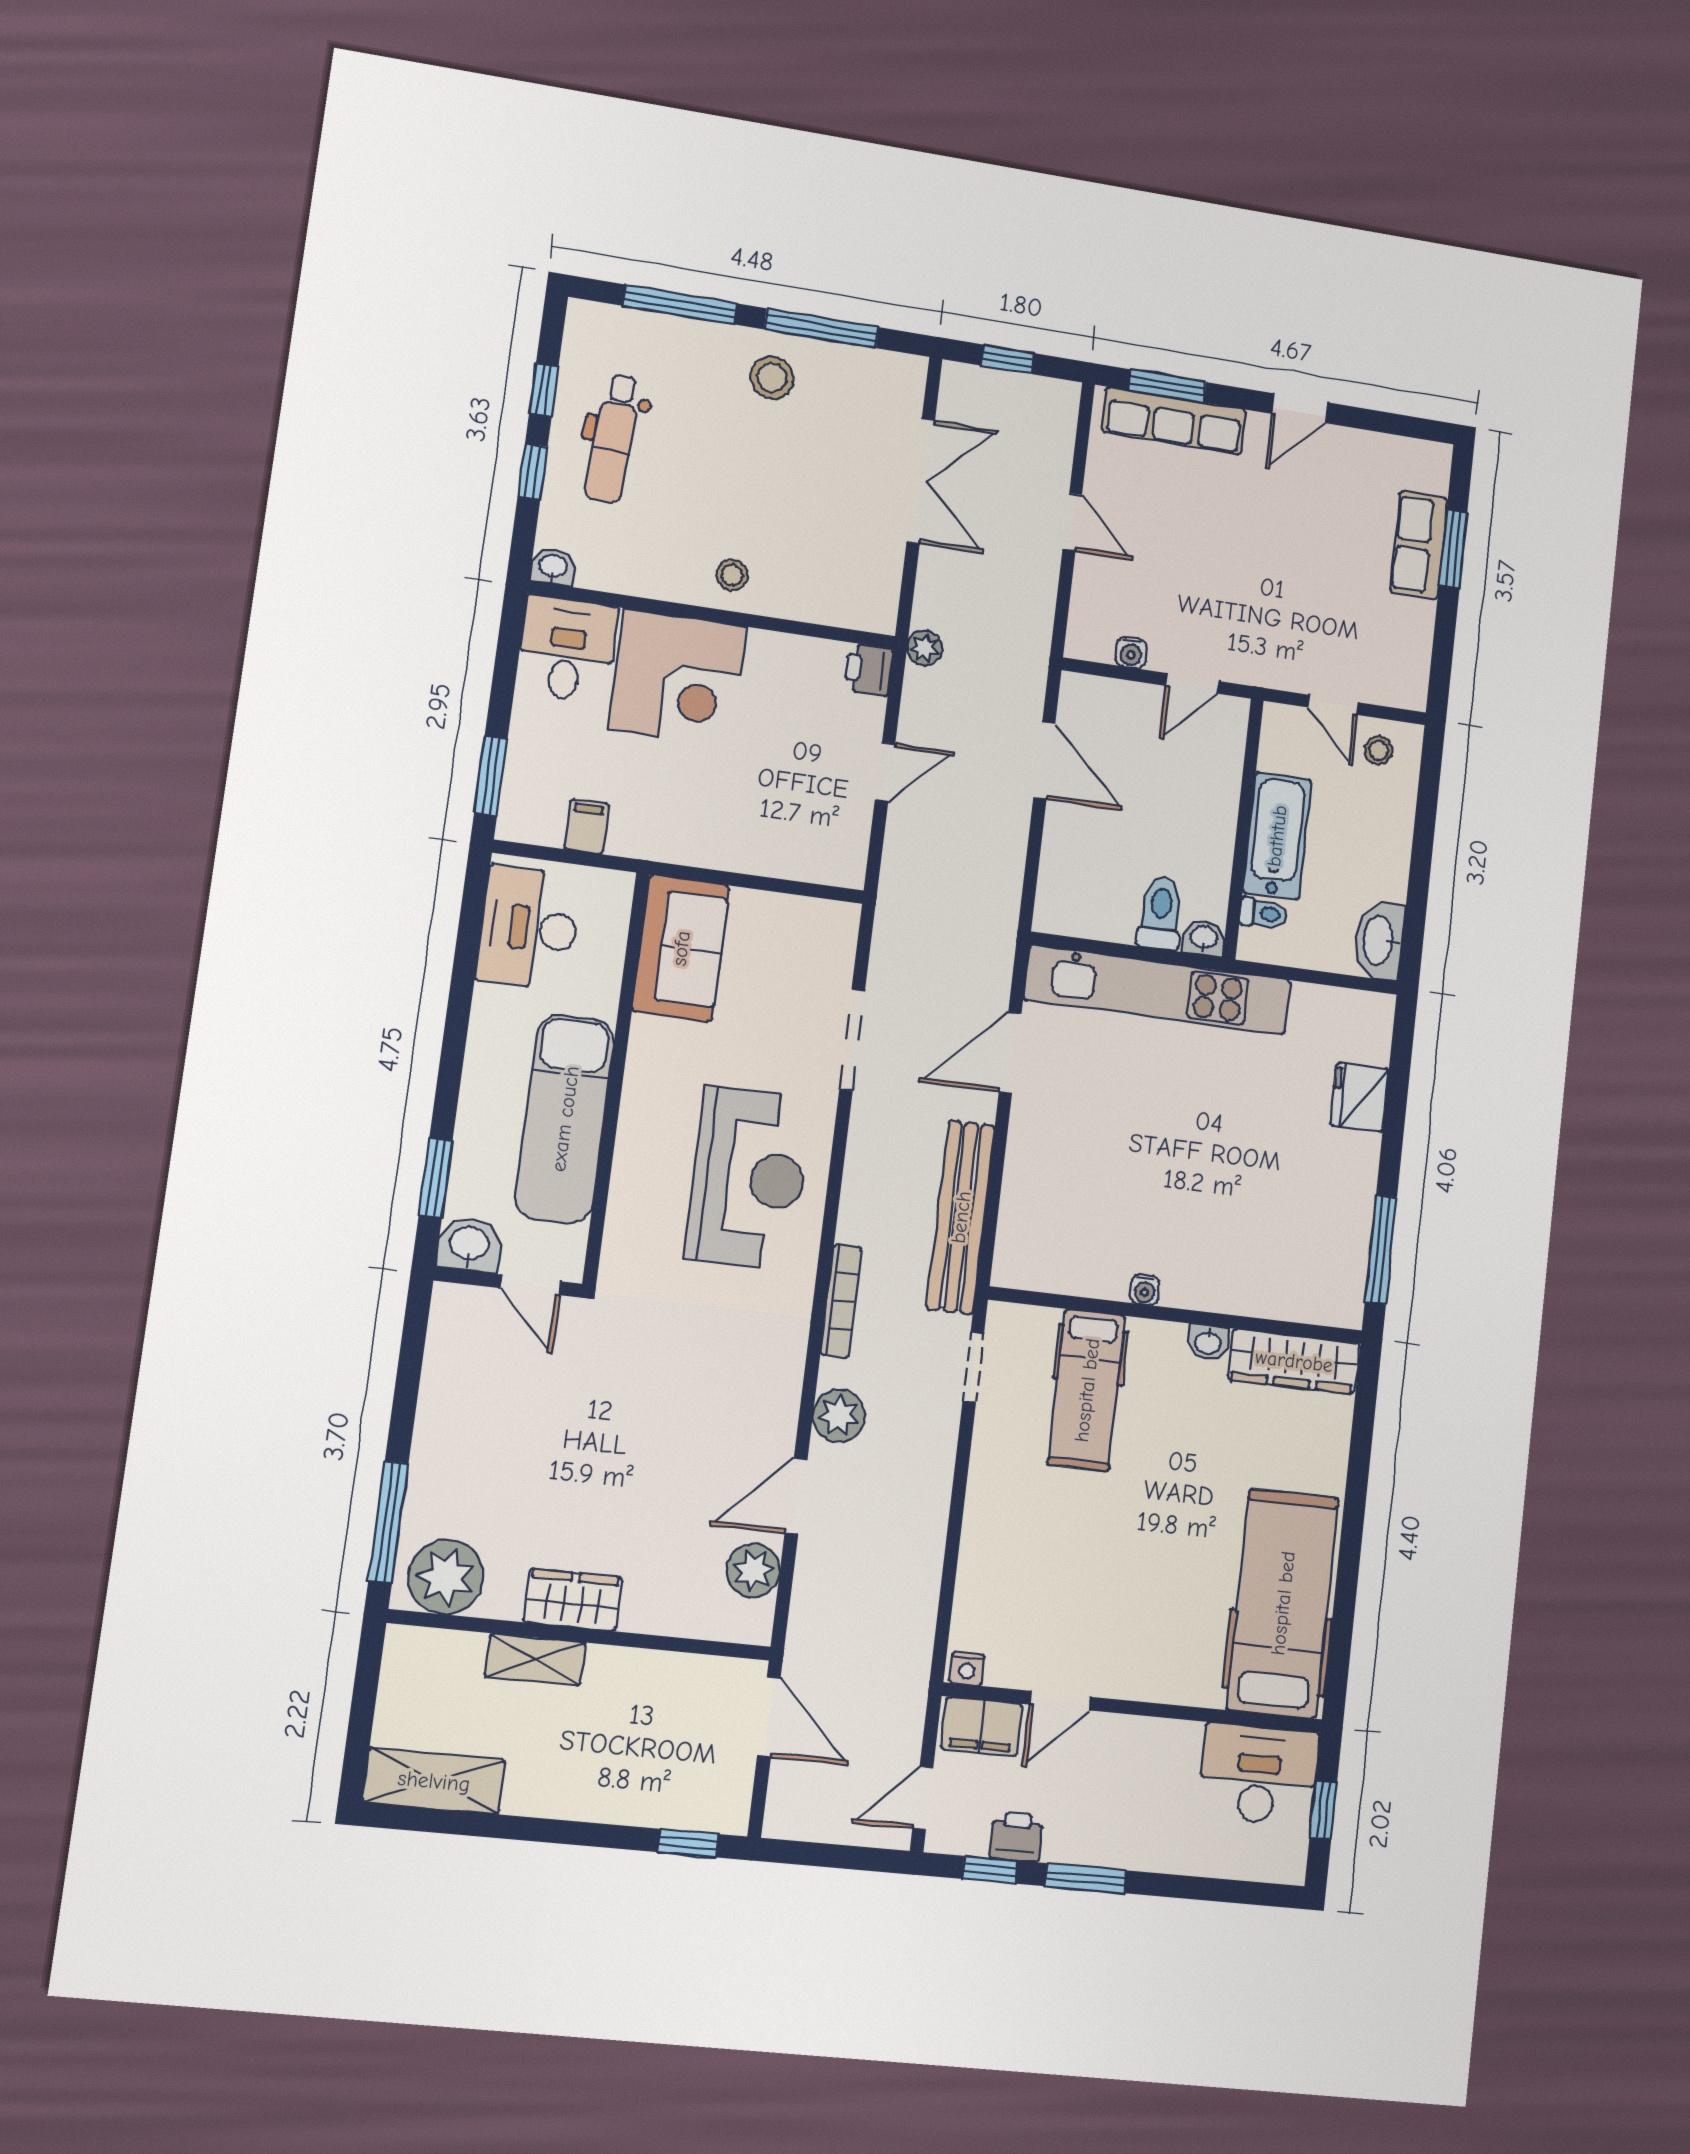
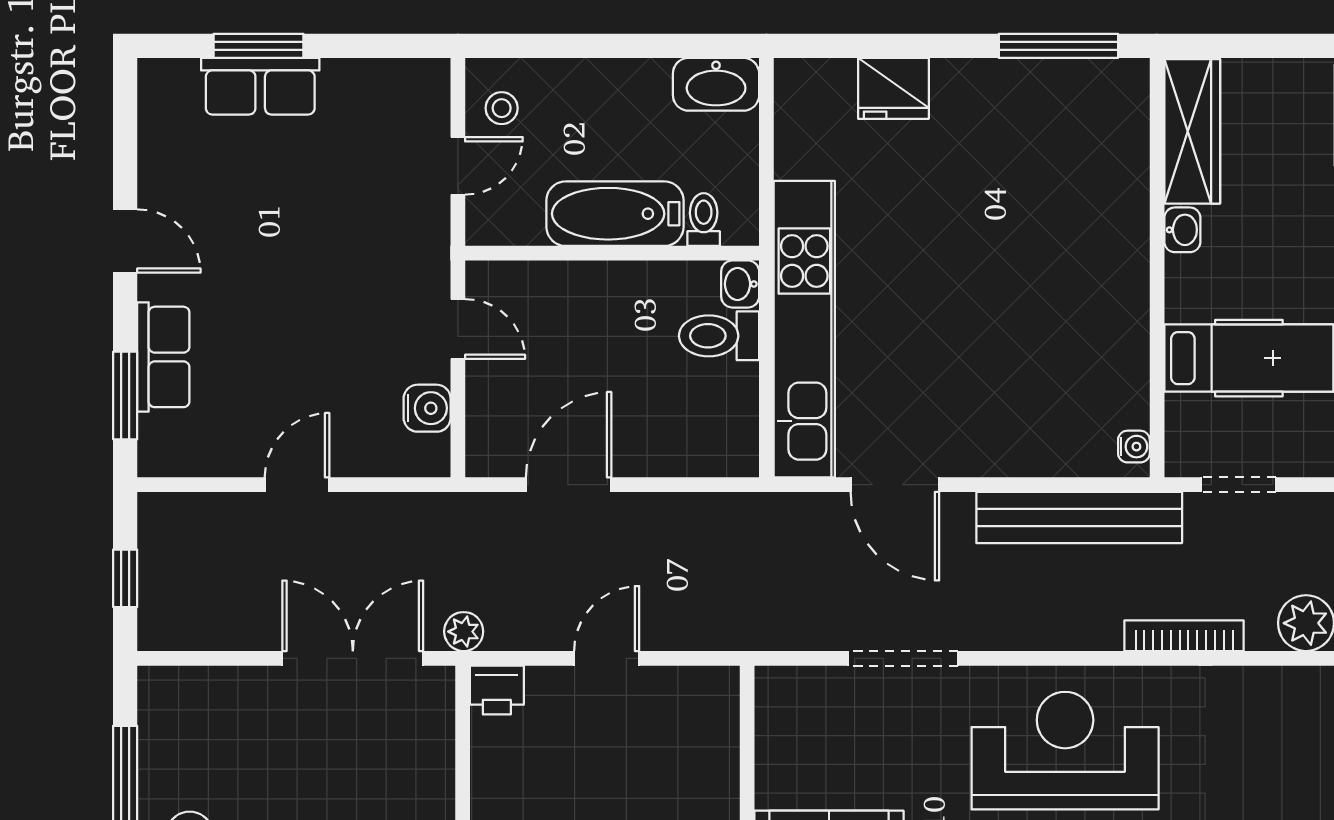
row of seats: (1174, 421) -> (163, 357), width x0.68
double door: (921, 481) -> (353, 658), moved
water cooler: (1131, 653) -> (427, 408), width x1.38, depth x1.38
door: (885, 772) -> (607, 658), hinge flipped
water cooler: (1145, 1290) -> (1134, 447), moved

